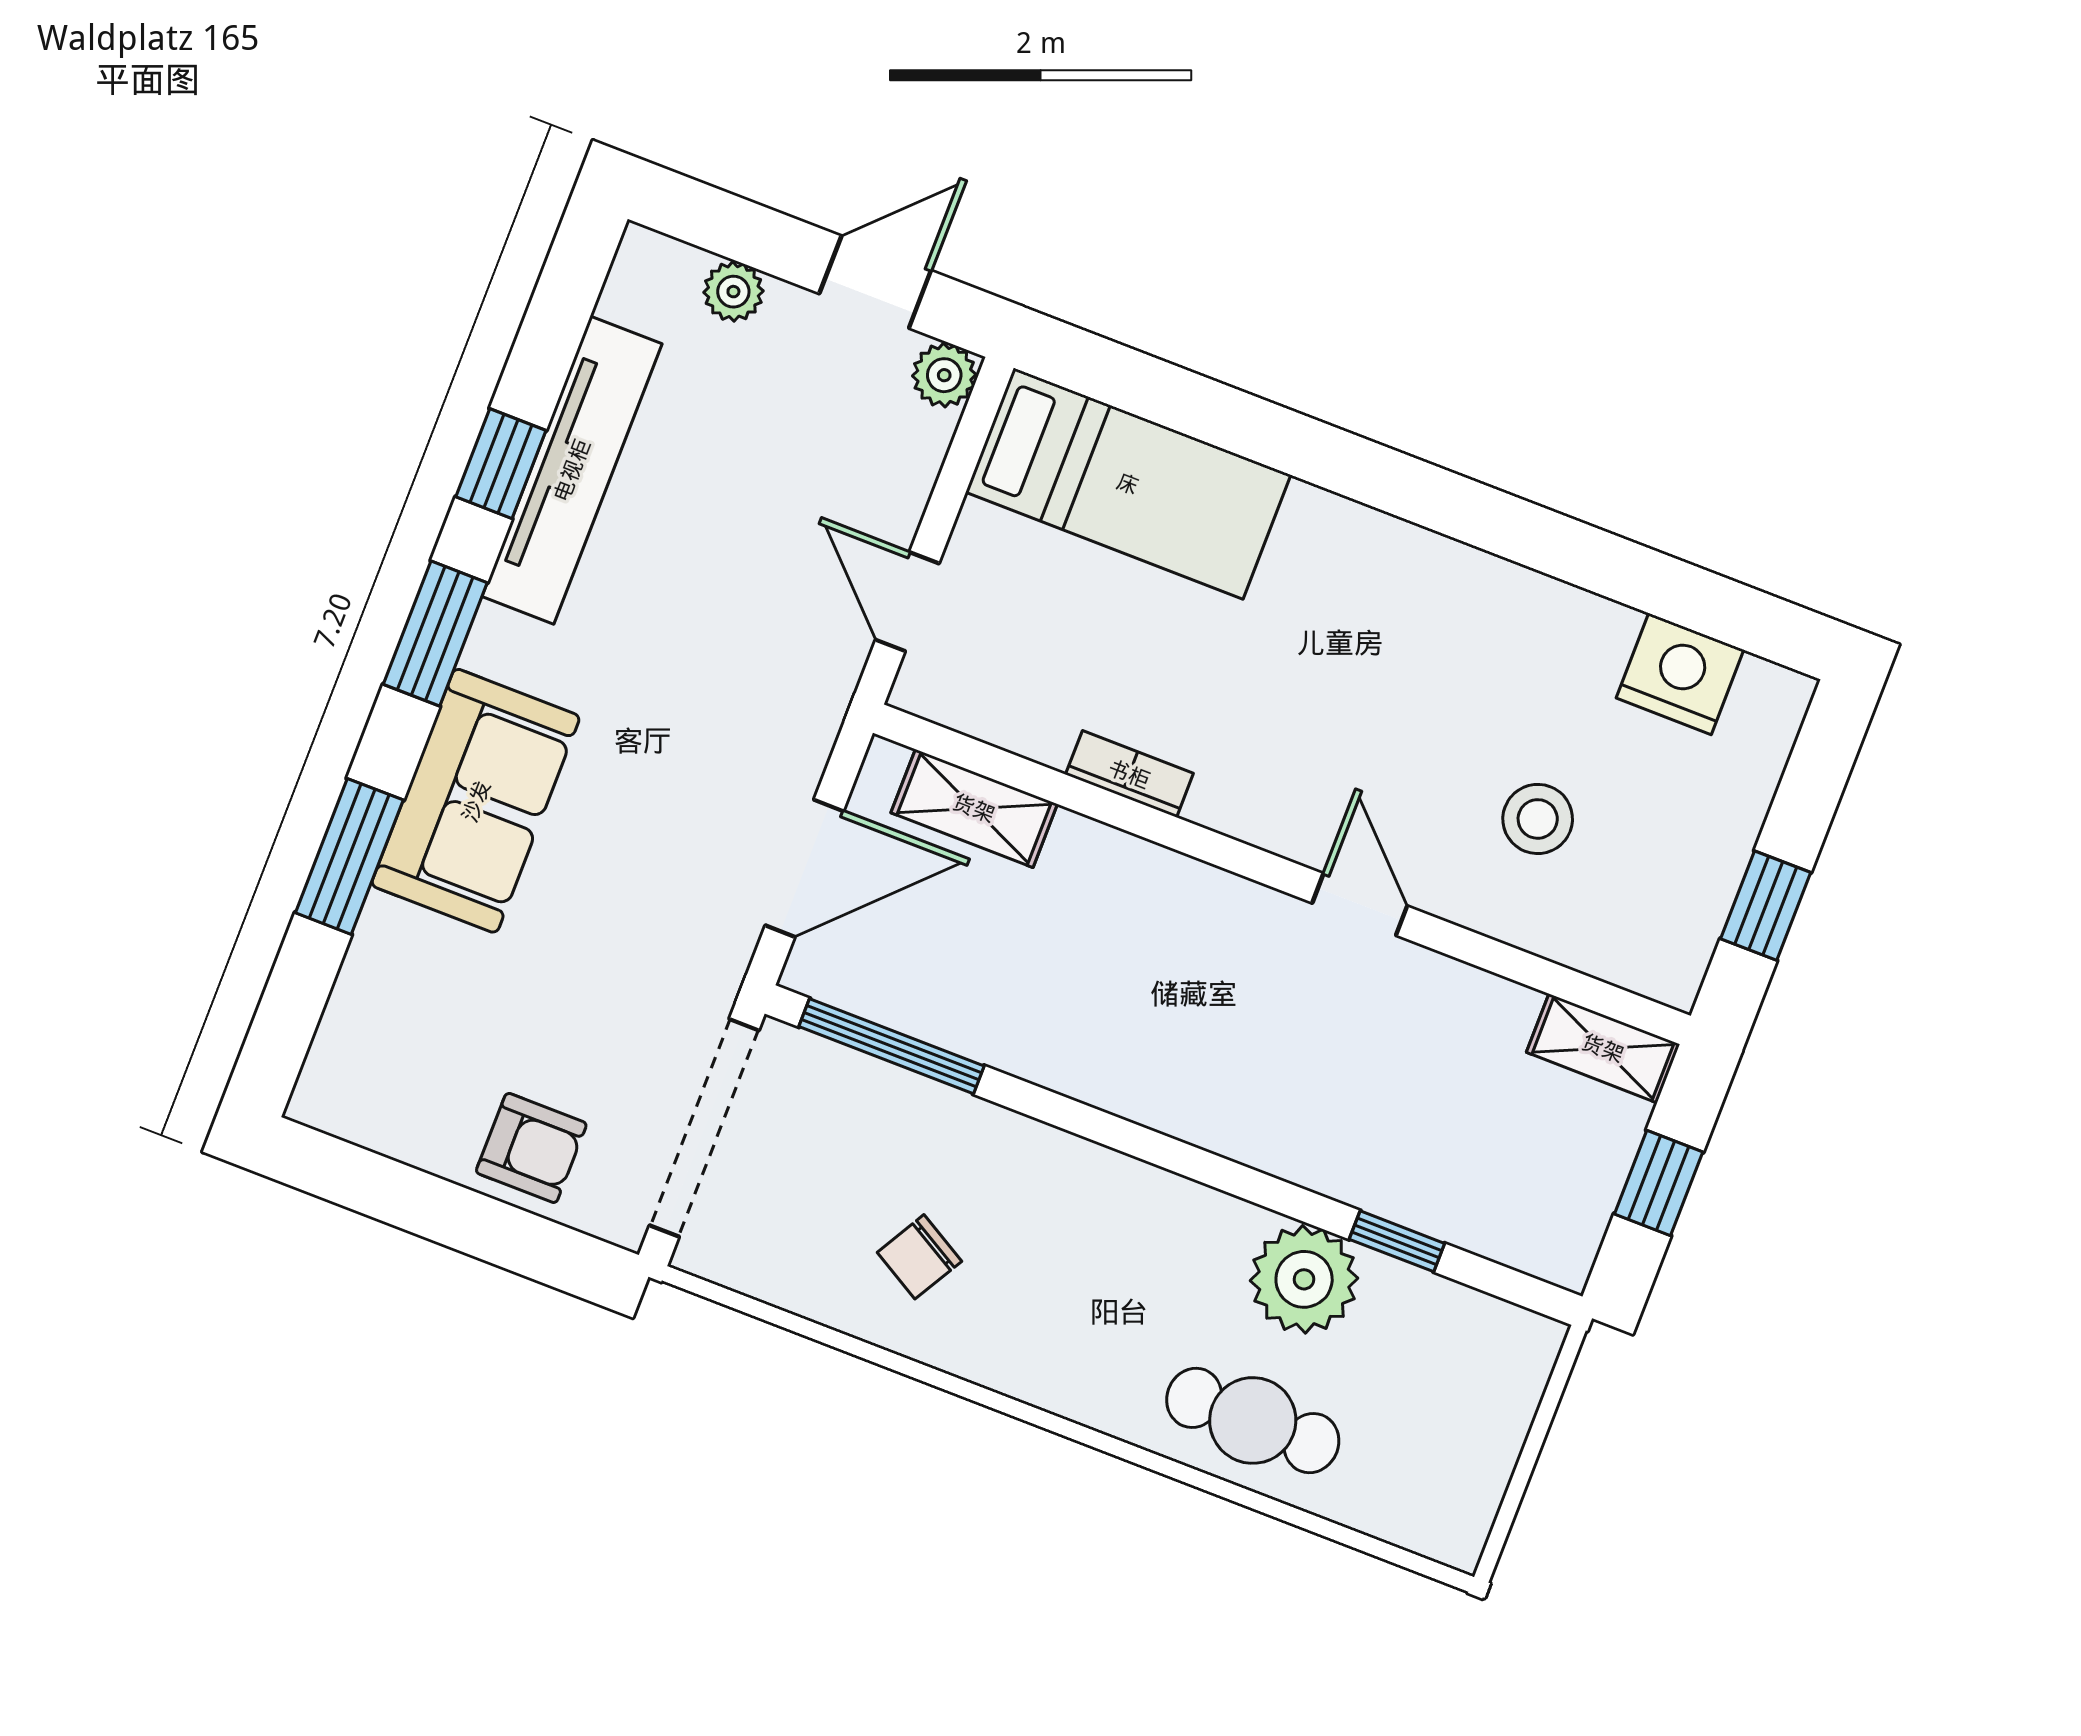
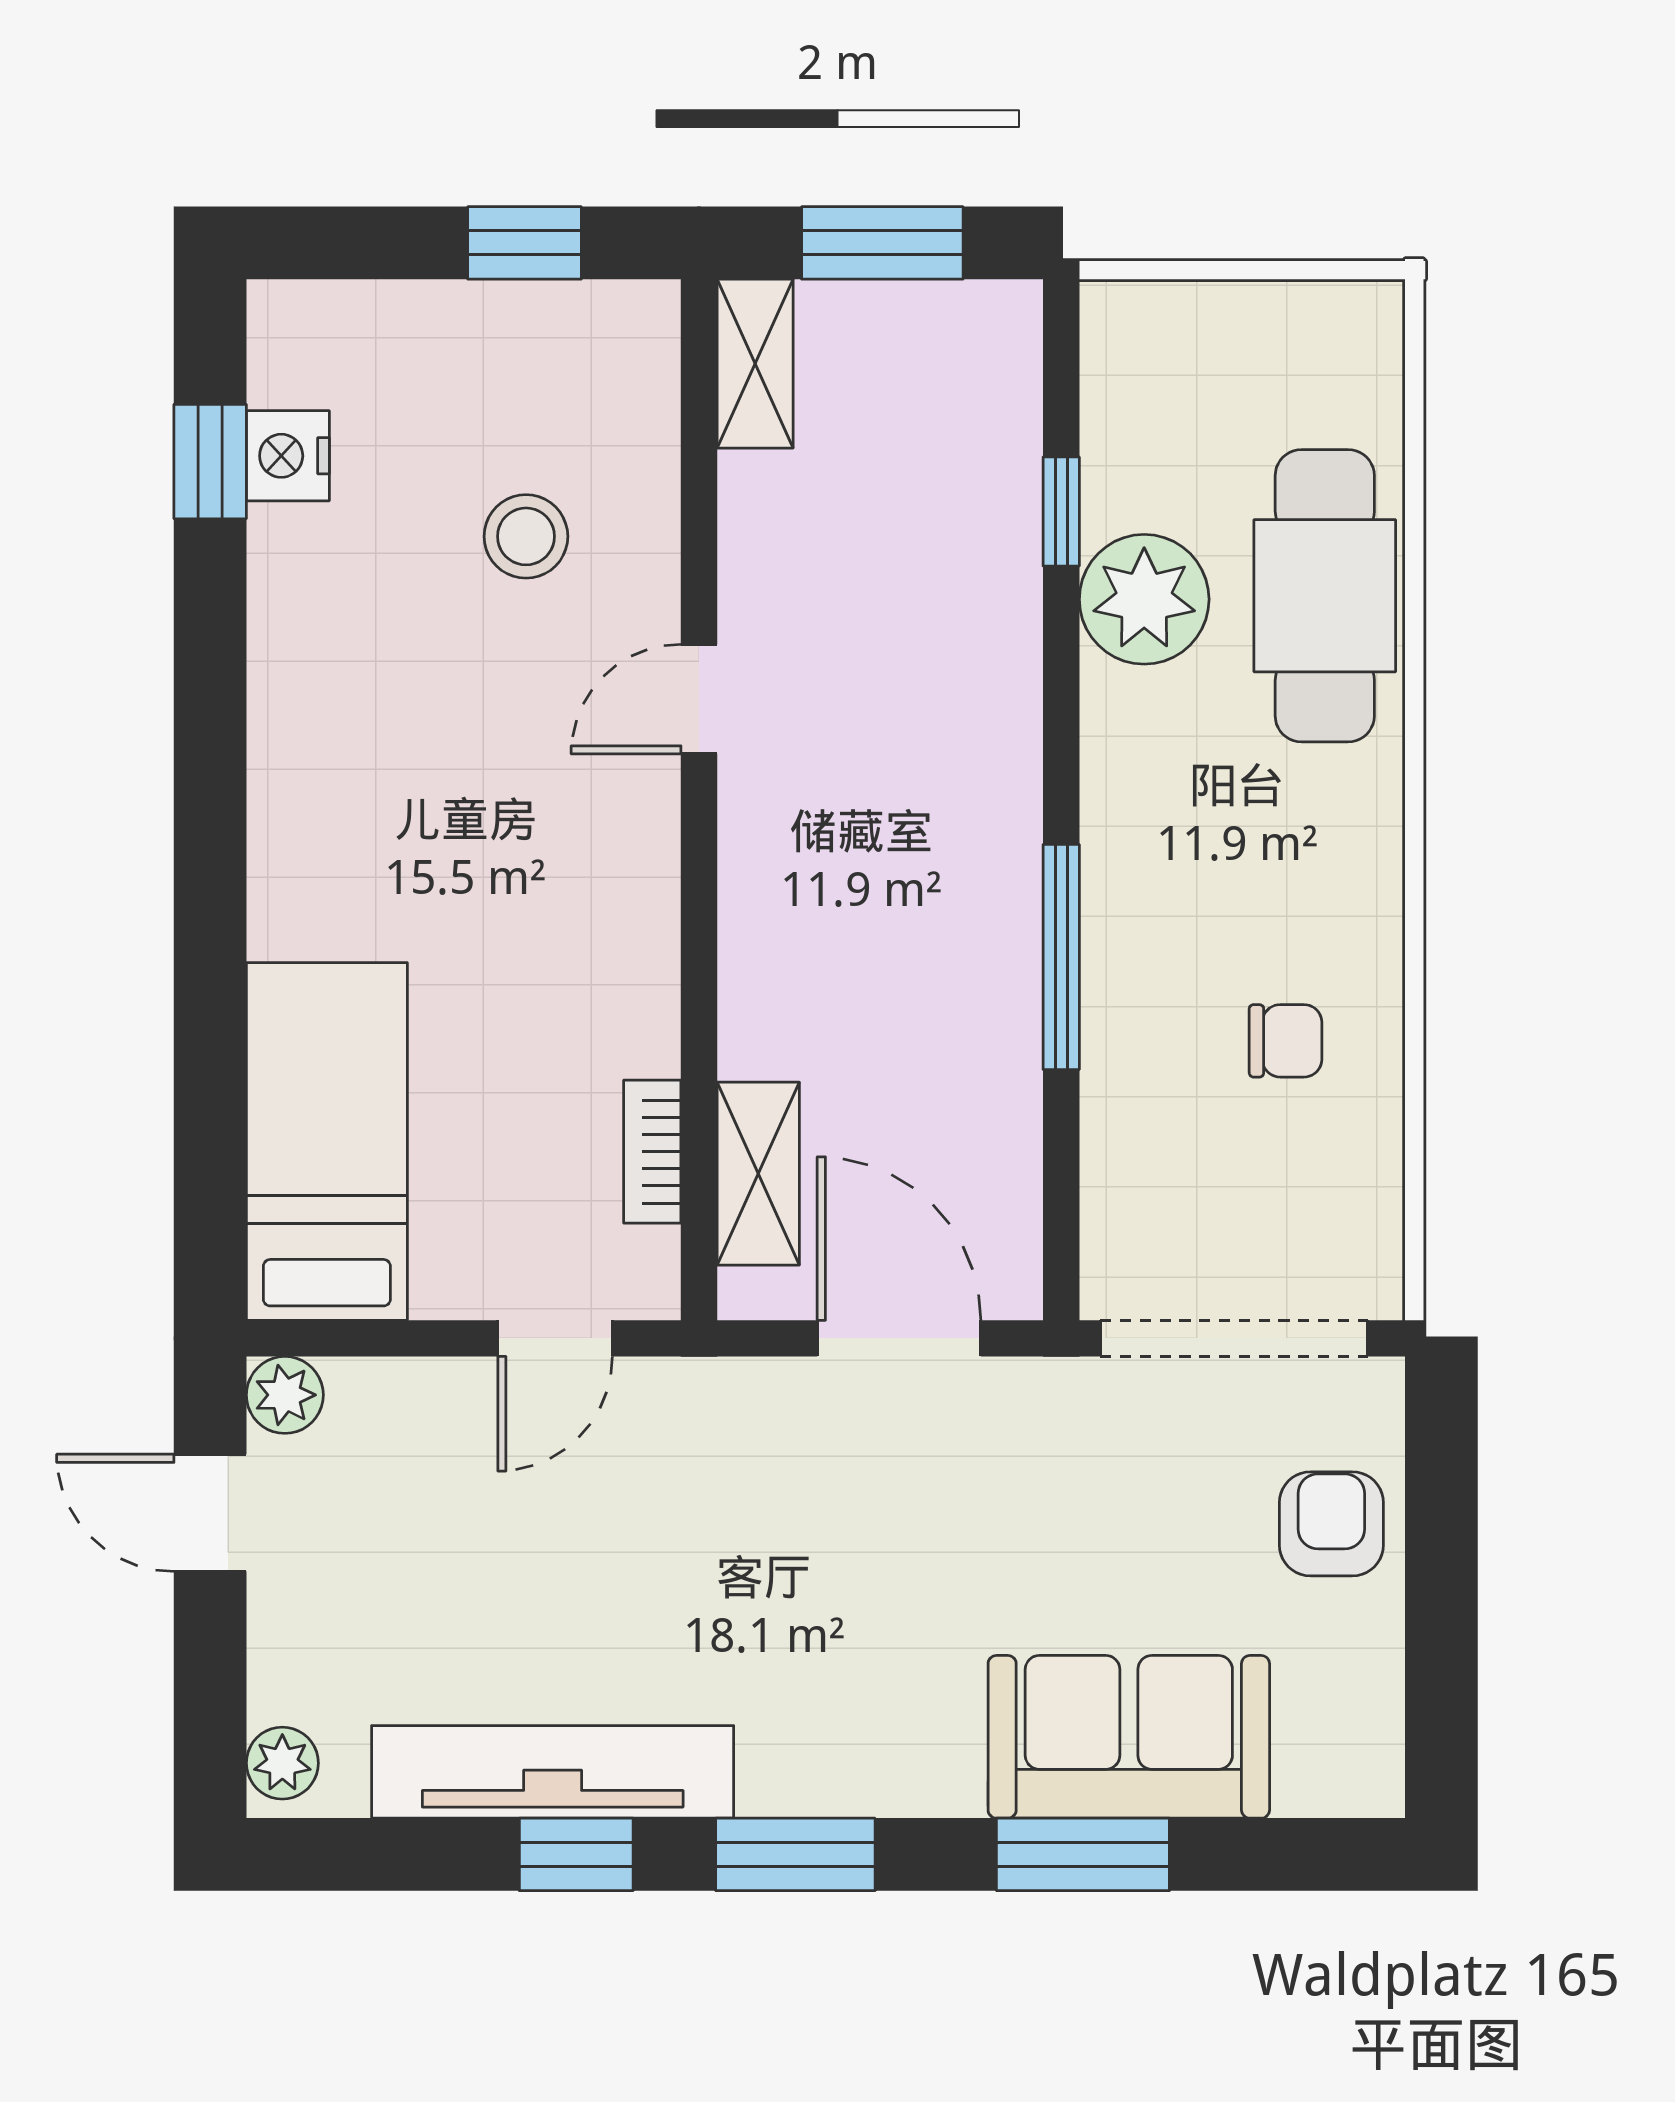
plant: (733, 292) -> (282, 1763), moved
window: (1690, 596) -> (210, 462), added
nightstand: (1680, 674) -> (288, 456), width x0.74, depth x0.75
bookcase: (1129, 774) -> (652, 1152), moved
sofa: (476, 801) -> (1129, 1737), moved
window: (891, 1046) -> (1061, 957), moved
window: (1659, 1183) -> (882, 243), width x1.50
chair: (919, 1257) -> (1286, 1041), turned -30
cafe table: (1253, 1420) -> (1325, 596), width x1.37, depth x1.35

